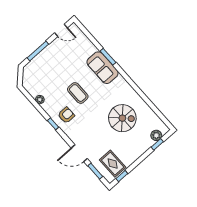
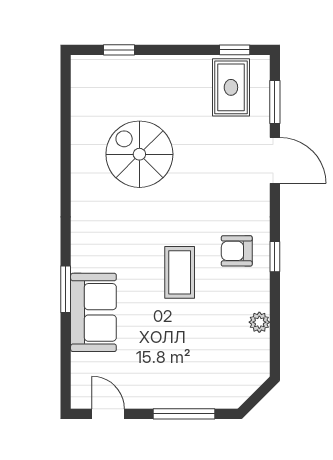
sofa: (102, 68) -> (93, 312), moved
plant: (156, 135) -> (106, 68), removed

